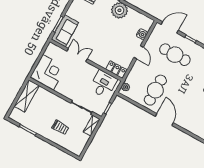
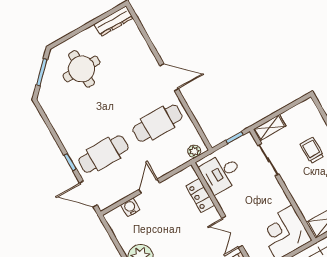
cafe table: (175, 55) -> (103, 154), turned 90
locker: (116, 70) -> (200, 196), moved
door: (164, 120) -> (169, 77), swing flipped

